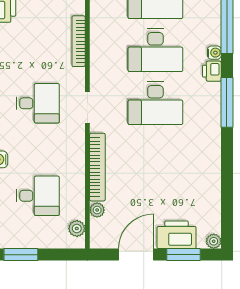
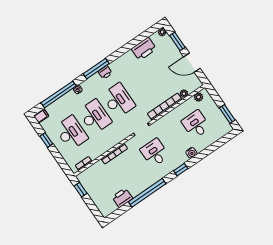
printer: (212, 71) -> (105, 72), moved
printer: (177, 235) -> (144, 49), moved, turned -90

